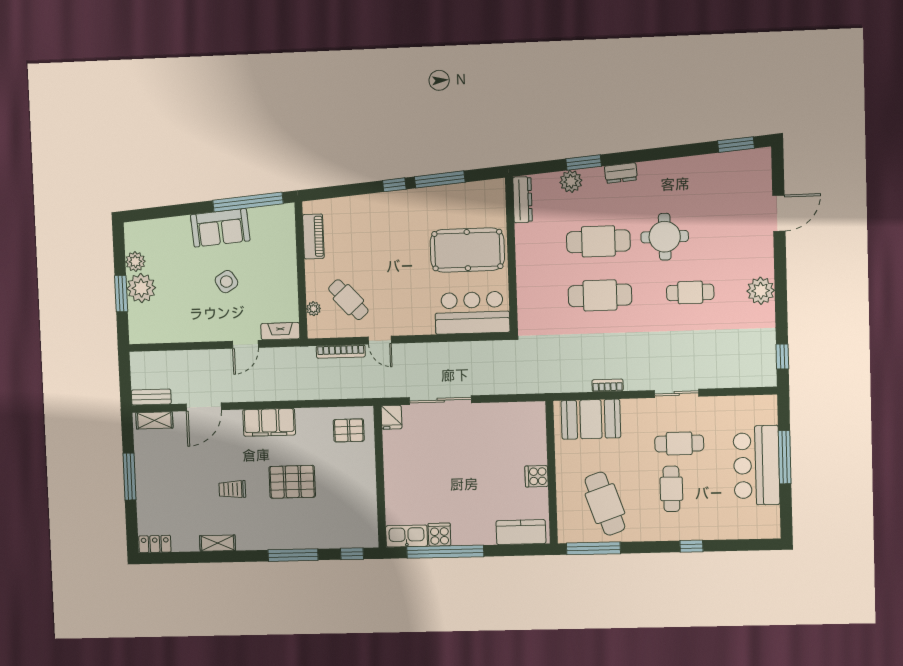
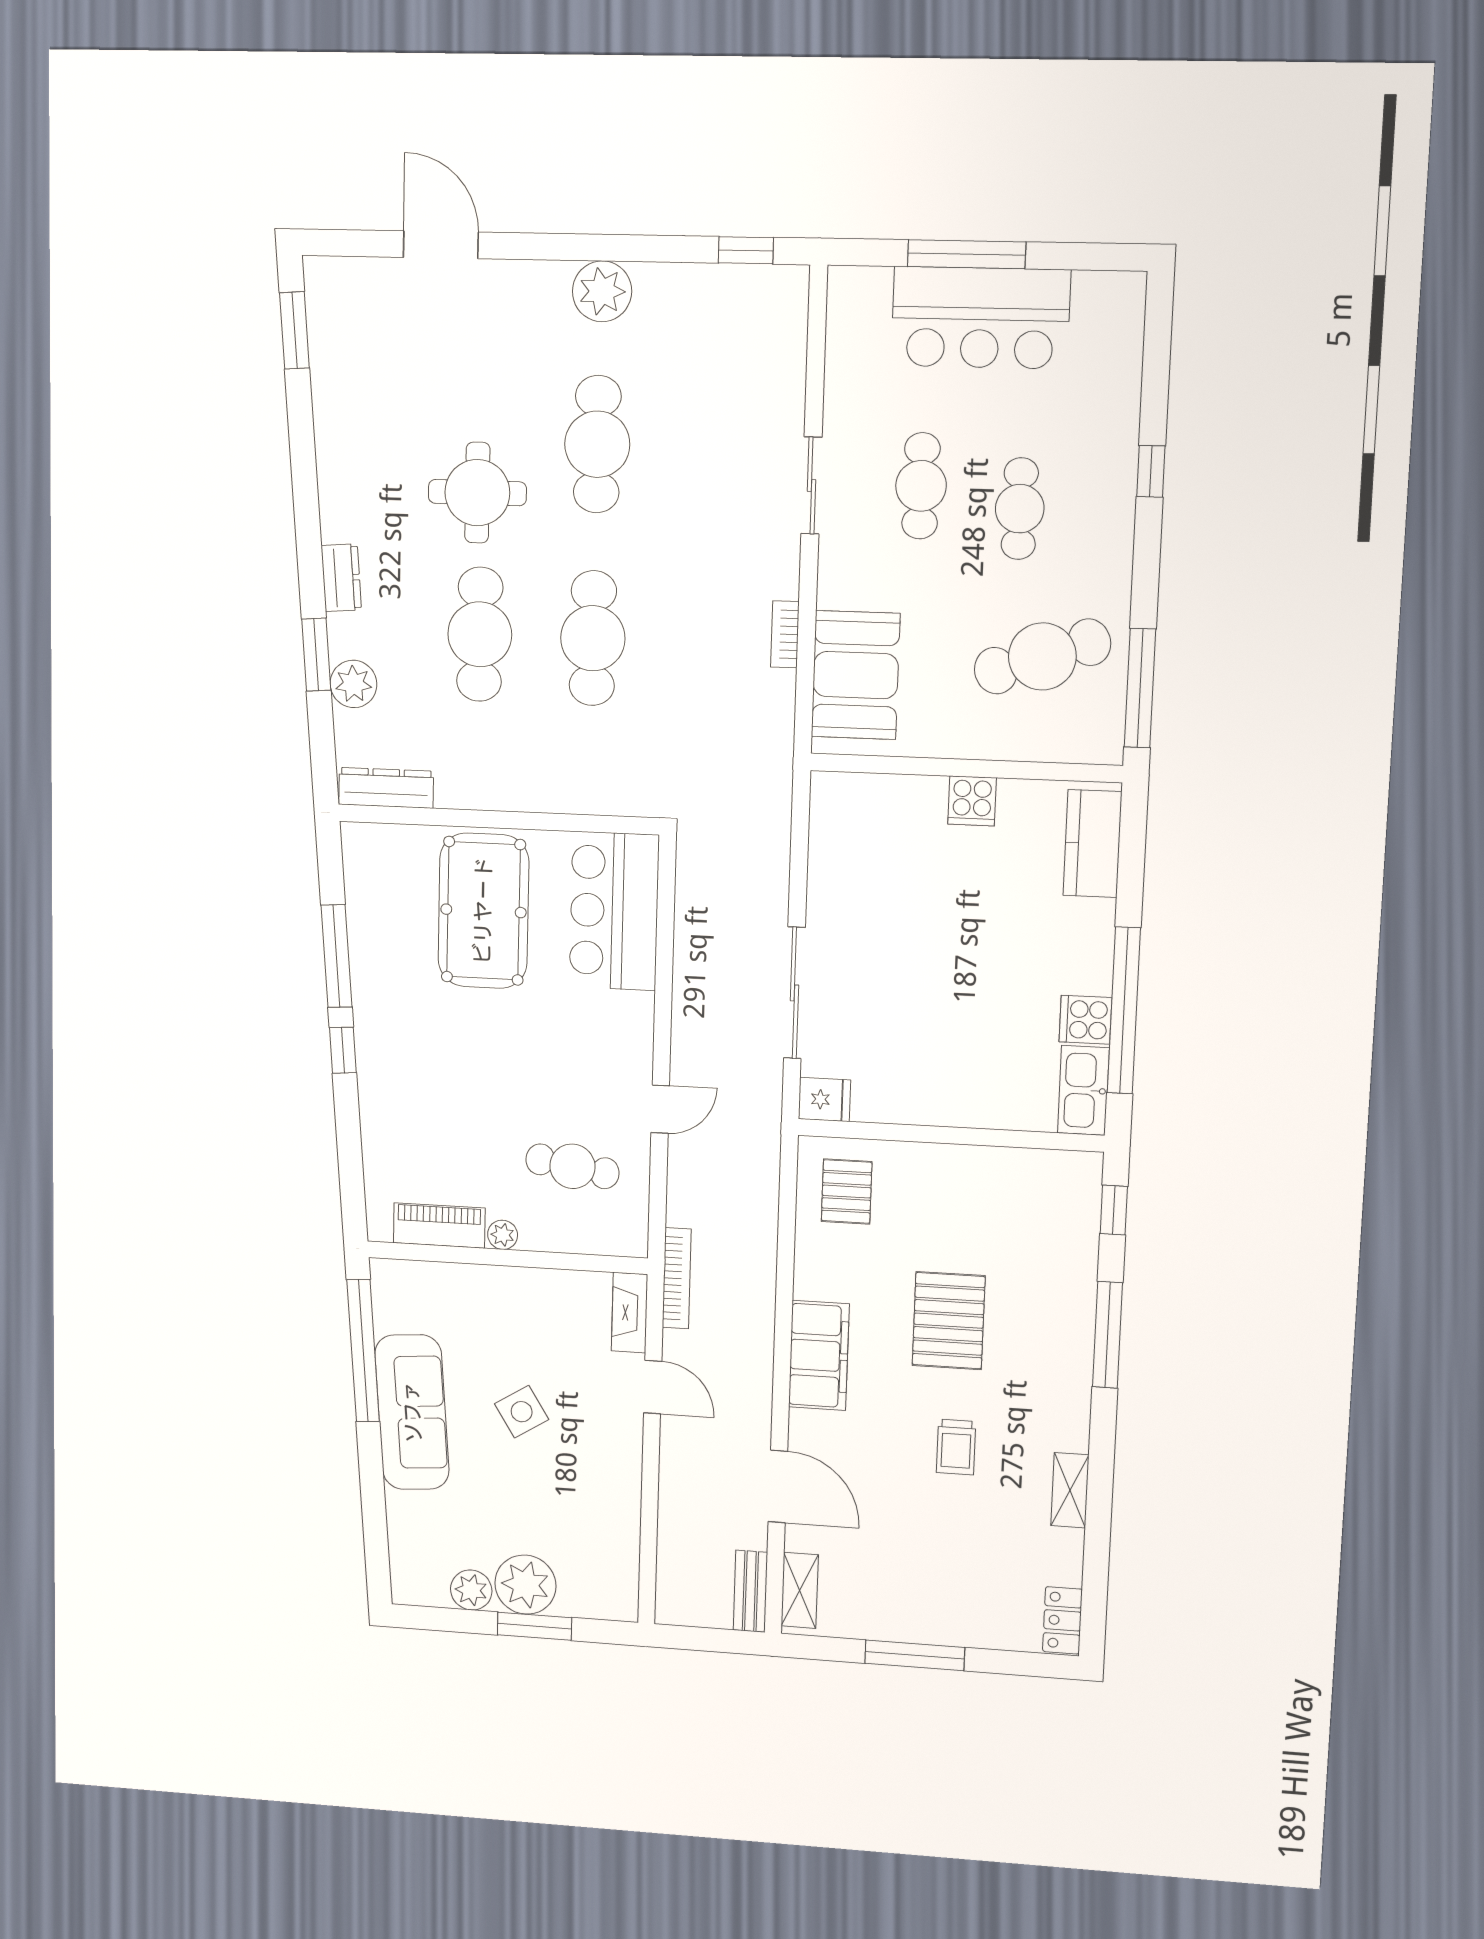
sofa: (220, 228) -> (412, 1412), width x1.36
cafe table: (690, 292) -> (597, 444), width x1.37, depth x1.35
cafe table: (348, 300) -> (572, 1166), turned 51
plant: (314, 309) -> (503, 1235), moved
bookcase: (341, 351) -> (677, 1278), moved
cafe table: (671, 489) -> (1020, 509), turned 90

